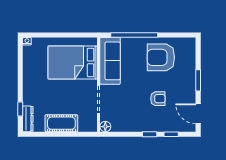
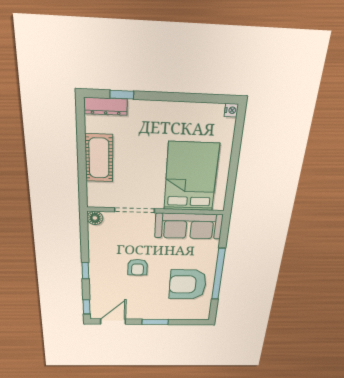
window: (134, 35) -> (218, 274), moved
armchair: (161, 57) -> (188, 284), turned -90
armchair: (158, 99) -> (138, 267), moved
window: (171, 134) -> (87, 307), moved

